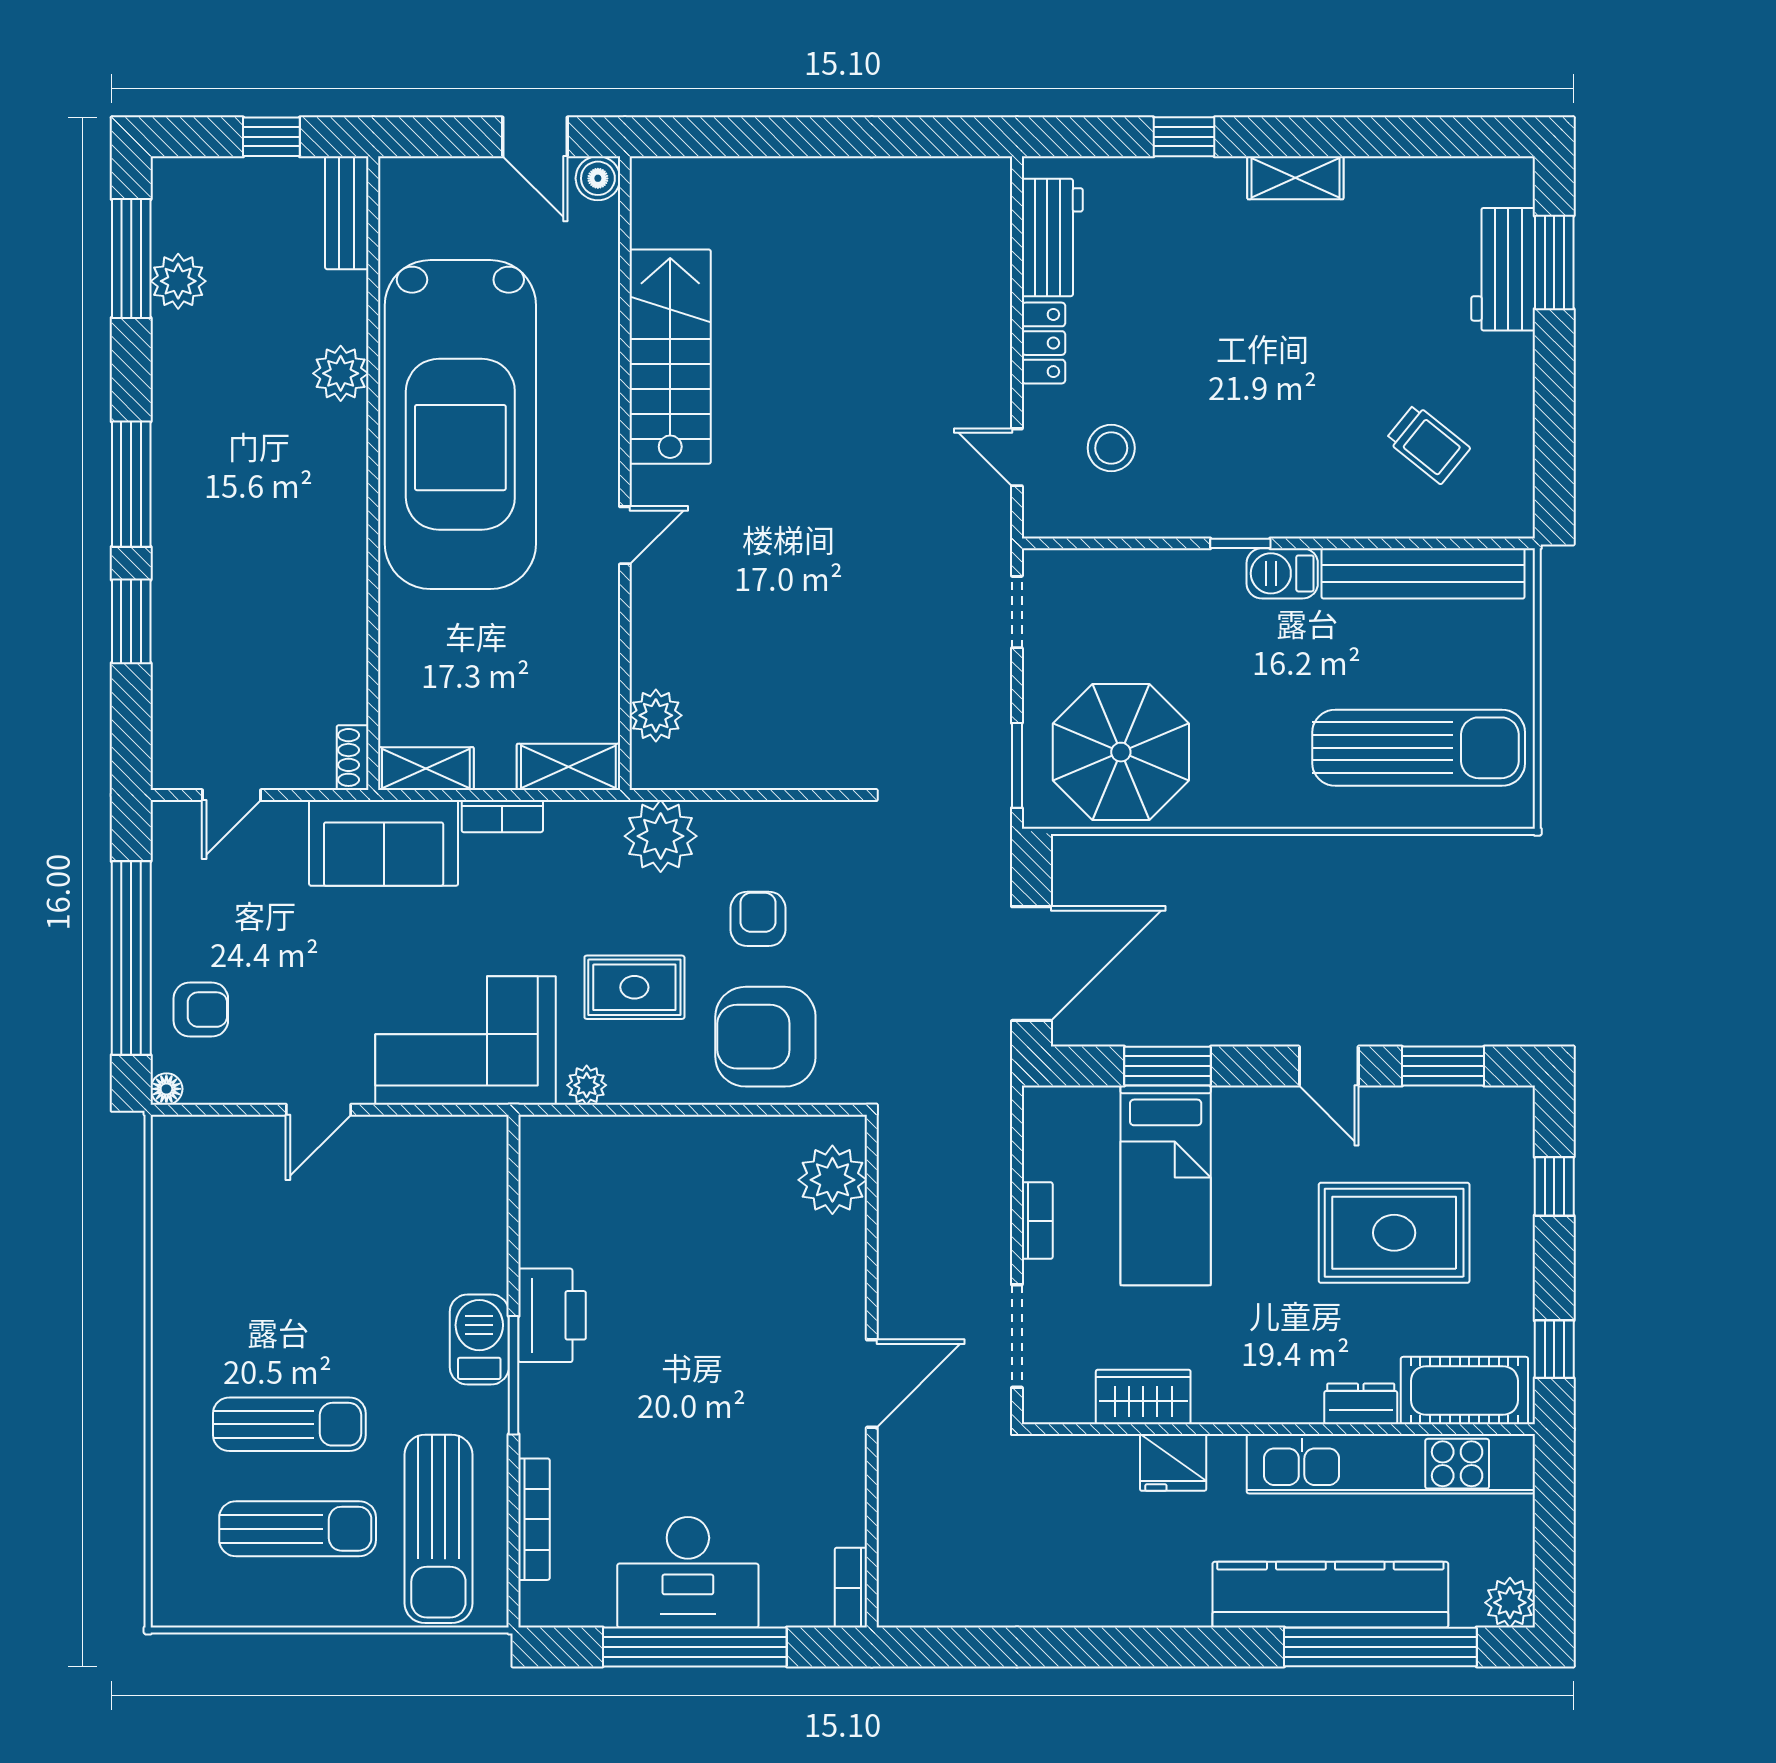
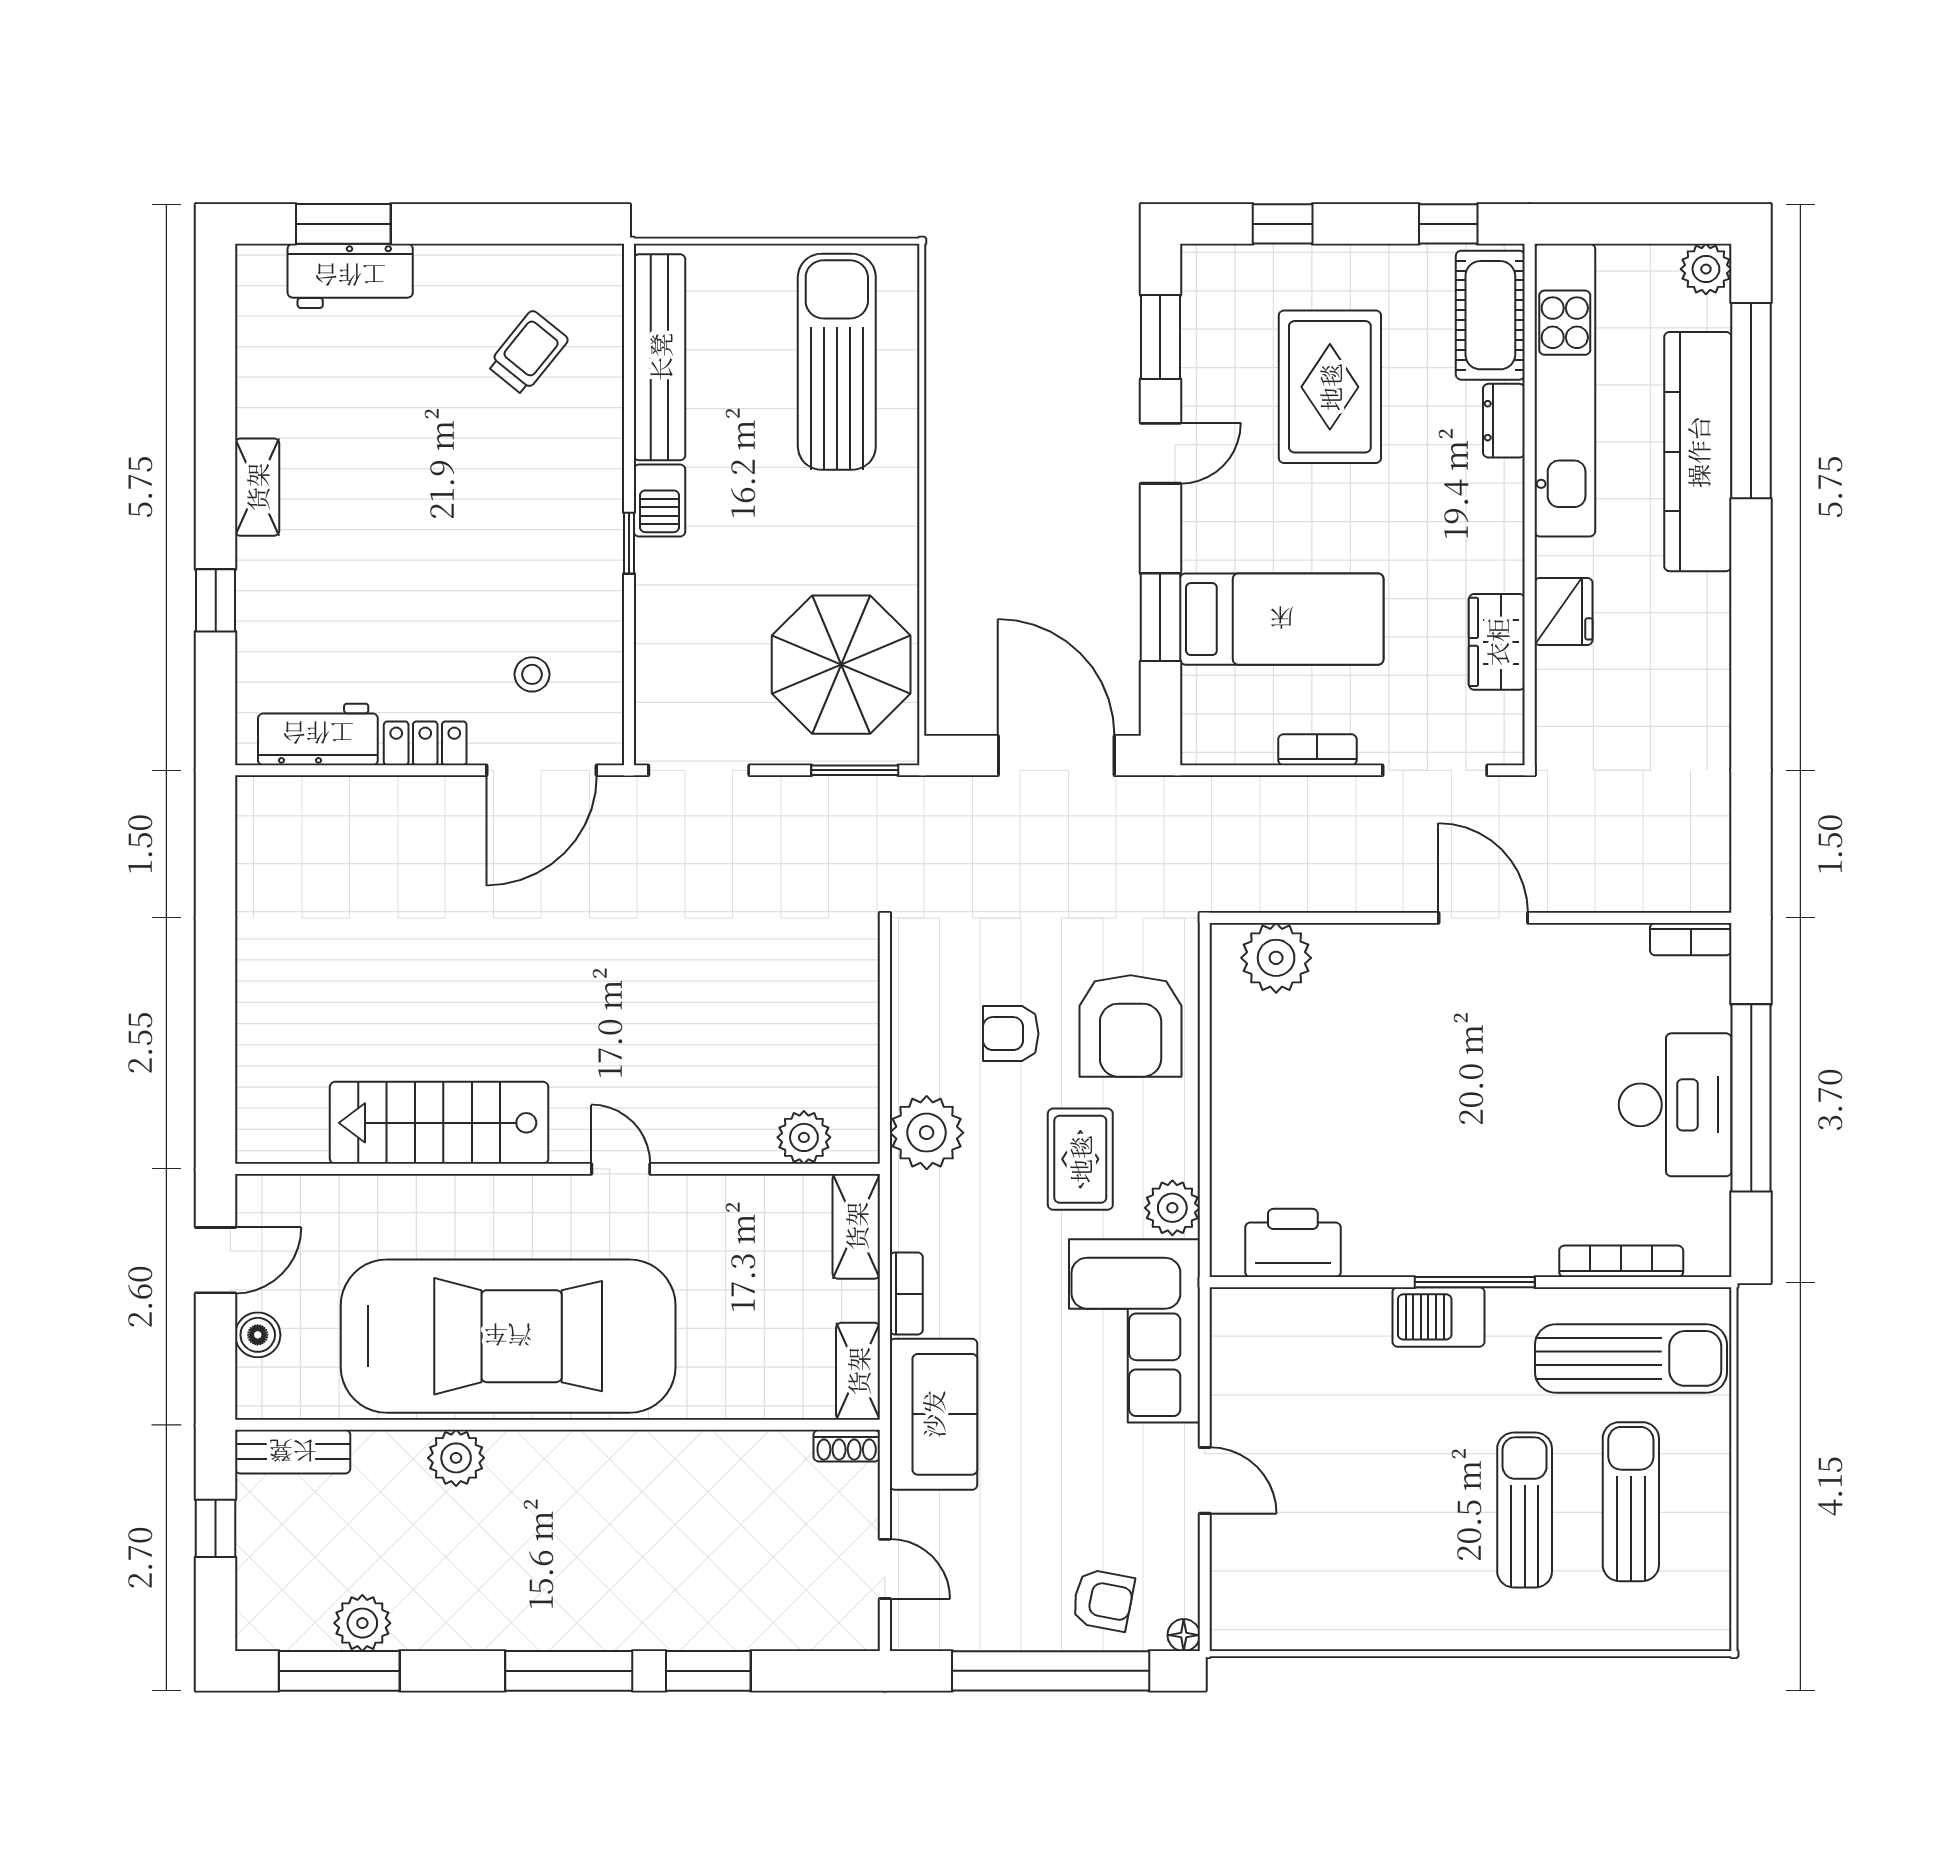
boiler: (598, 178) -> (258, 1335), moved
stool: (1111, 448) -> (532, 674), width x0.73, depth x0.73
door: (1017, 457) -> (541, 770), width x1.88
doorway: (1017, 612) -> (699, 770), width x1.38
armchair: (201, 1010) -> (1103, 1600), turned 101
plant: (587, 1085) -> (1172, 1208), width x1.38, depth x1.38
printer: (552, 1315) -> (1293, 1243), moved

